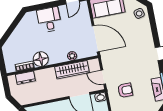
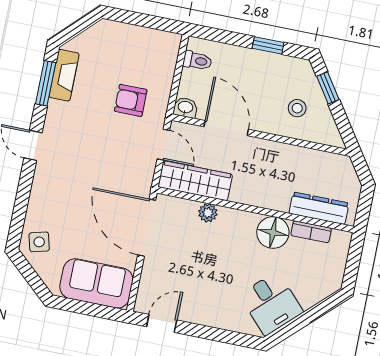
desk: (49, 20) -> (271, 303), moved, turned -44
wardrobe: (72, 70) -> (195, 181), moved
dresser: (25, 78) -> (319, 208), width x1.44

